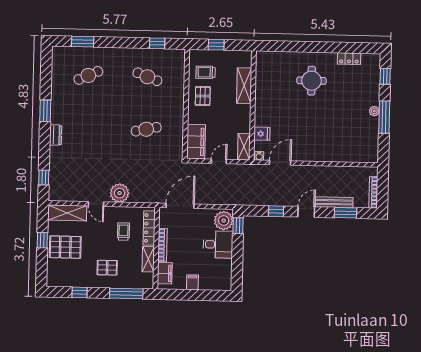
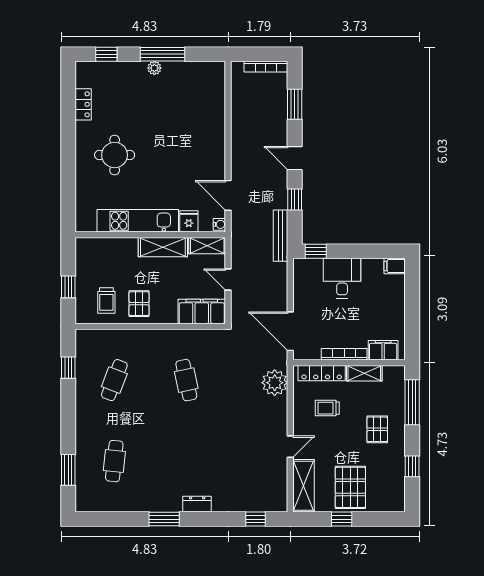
cafe table: (88, 75) -> (114, 461), turned 30
shelving: (244, 86) -> (163, 247), moved
pallet: (203, 96) -> (139, 304), turned 90
kitchen unit: (263, 96) -> (138, 221), added
plant: (120, 193) -> (275, 383), moved
bench: (334, 202) -> (281, 236), moved
plant: (224, 221) -> (309, 271), removed
filing cabinet: (192, 282) -> (395, 266), moved

